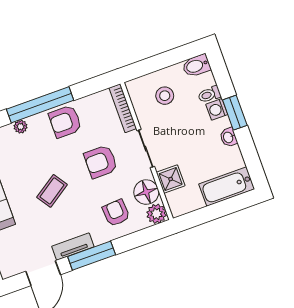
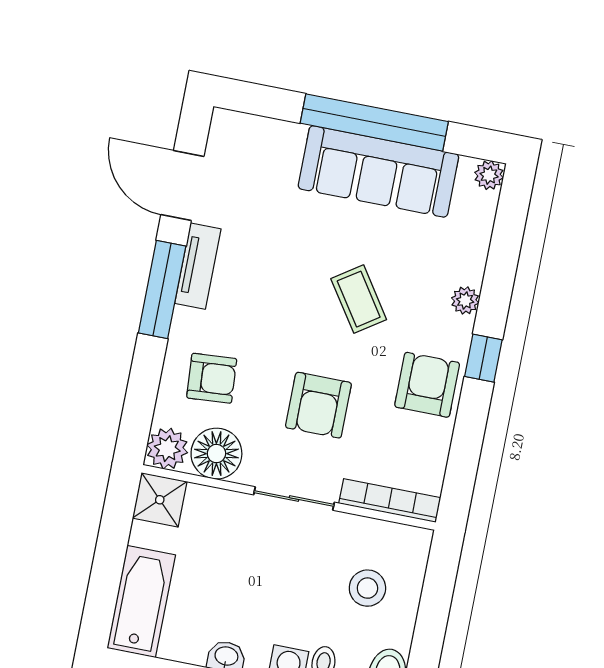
window: (40, 105) -> (483, 358), width x0.32
armchair: (101, 162) -> (318, 405), turned 180
shower: (171, 179) -> (160, 500), moved
coffee table: (52, 191) -> (359, 299), moved

